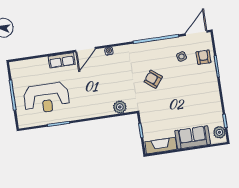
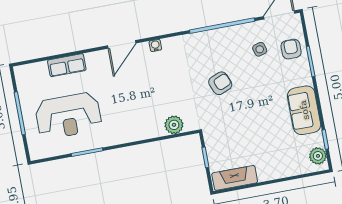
row of seats: (62, 60) -> (67, 65), moved
armchair: (153, 79) -> (220, 83), turned 119
sofa: (193, 137) -> (304, 110), moved, turned -90

